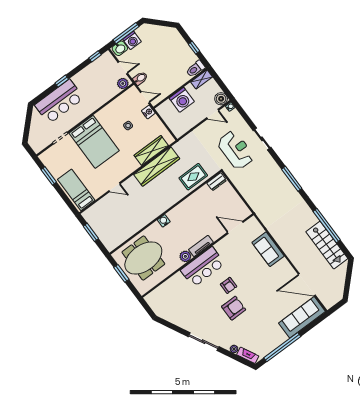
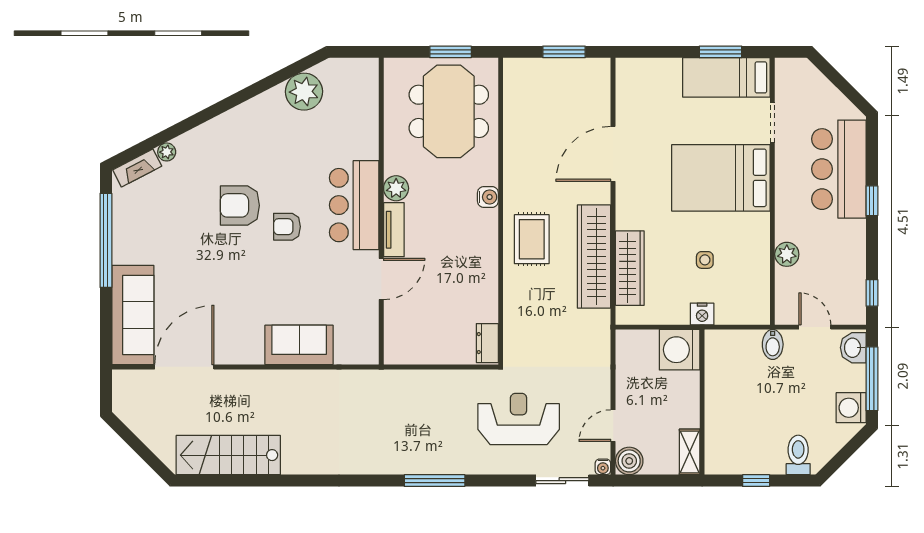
washing machine: (132, 40) -> (851, 408), moved
door: (123, 68) -> (815, 327), swing flipped
toilet: (195, 69) -> (798, 455), moved
plant: (123, 83) -> (787, 254), moved
door: (145, 97) -> (733, 327), removed
washing machine: (182, 100) -> (680, 350), moved
sliding door: (262, 139) -> (562, 481), moved
reception desk: (236, 150) -> (519, 419), turned 180
rug: (193, 177) -> (532, 239), moved
window: (292, 179) -> (435, 481), moved
door: (114, 187) -> (613, 154), width x1.87
bed: (76, 190) -> (726, 77), moved, turned 180
window: (327, 226) -> (263, 481), removed
door: (235, 227) -> (381, 279), moved
armchair: (234, 308) -> (240, 205), turned 90
plant: (175, 316) -> (304, 92), added
sliding door: (204, 342) -> (220, 108), removed

